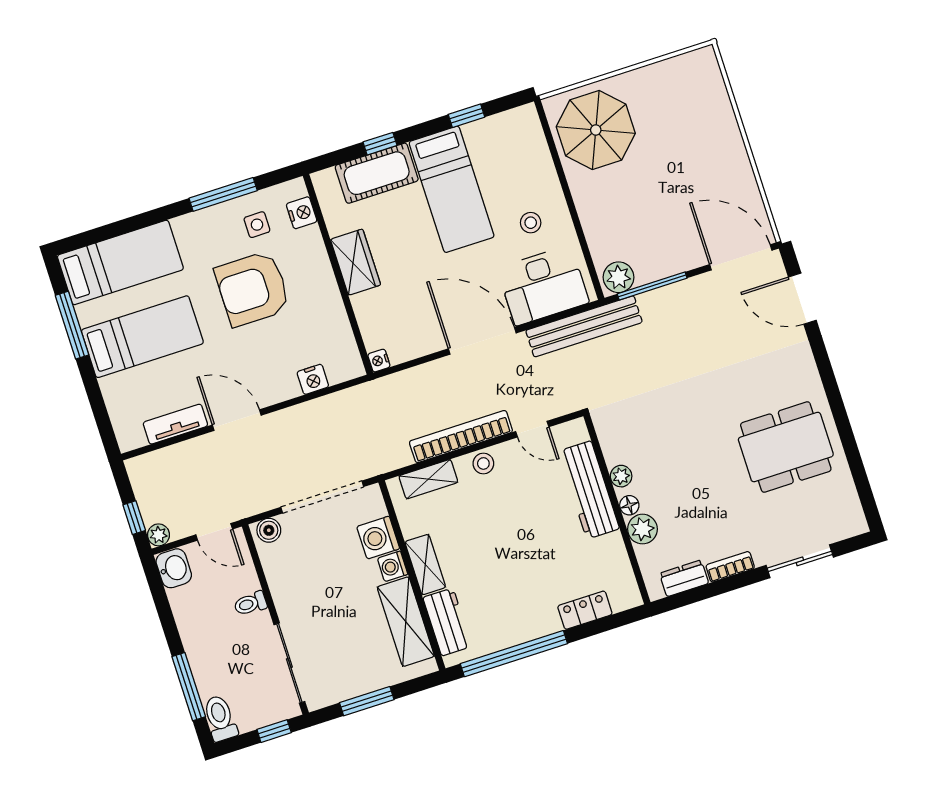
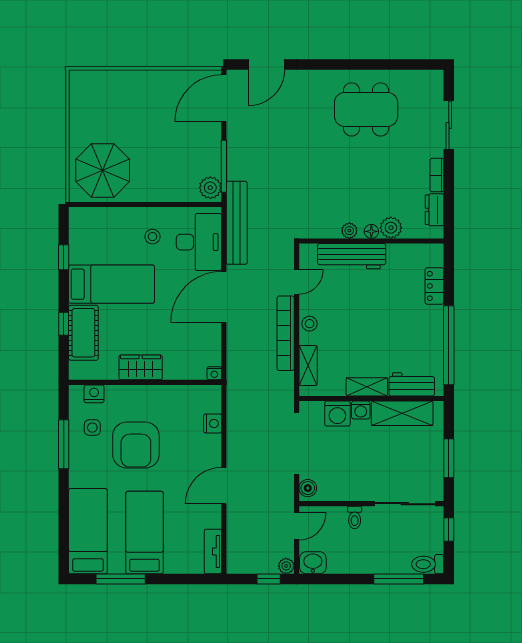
tv unit: (175, 424) -> (213, 551), moved
dining table: (786, 447) -> (366, 109), turned 90

